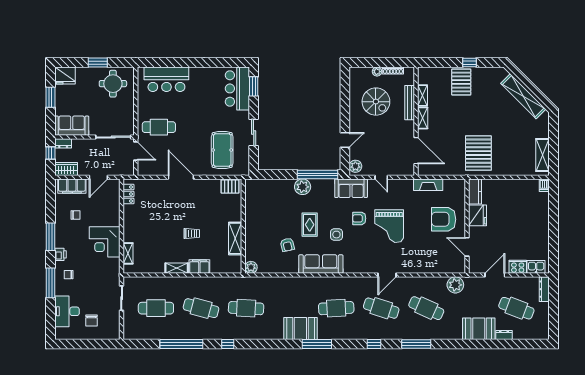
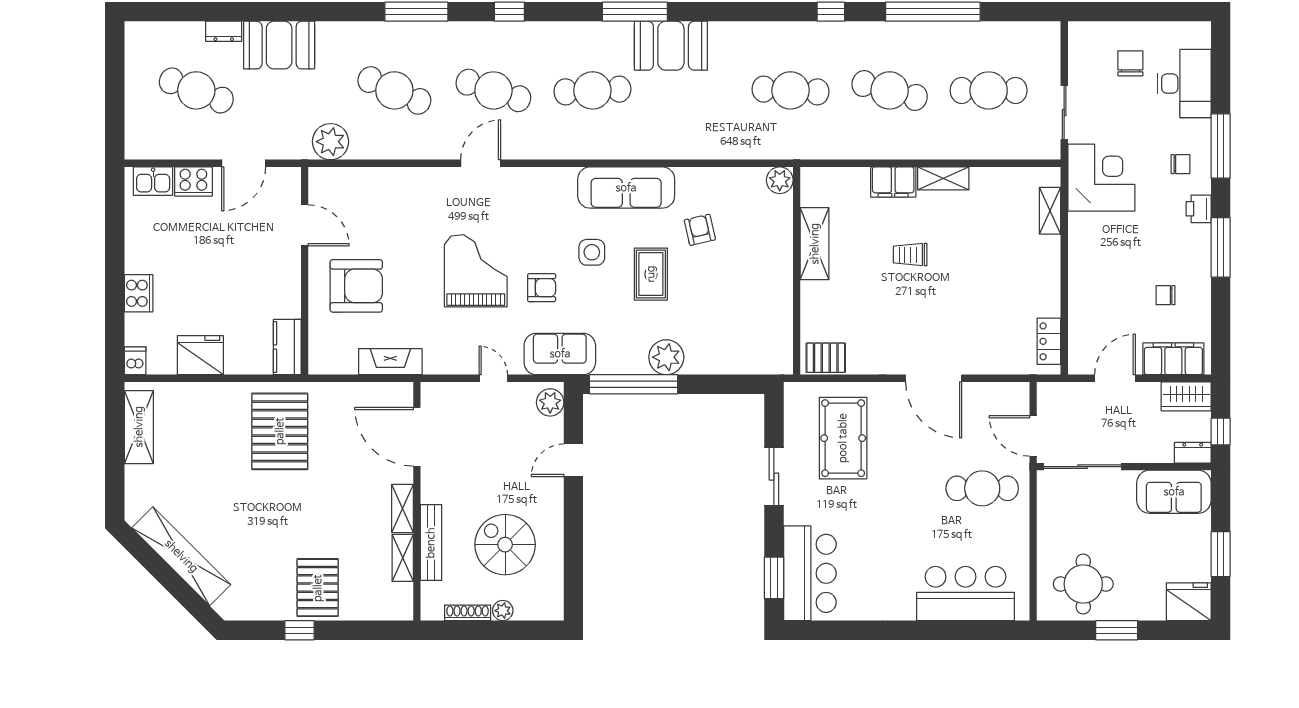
fridge: (478, 215) -> (200, 355), moved, turned 90
cooker: (543, 216) -> (139, 293), added
corner desk: (105, 242) -> (1101, 178), moved
dresser: (544, 289) -> (135, 132), removed

